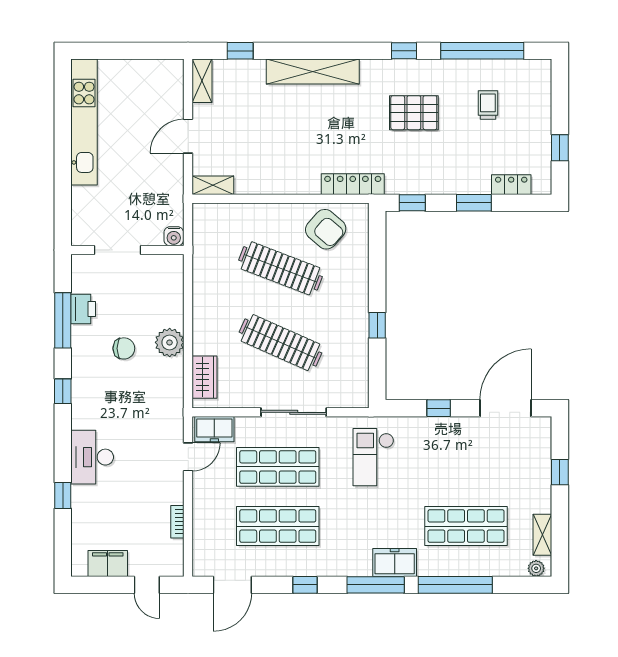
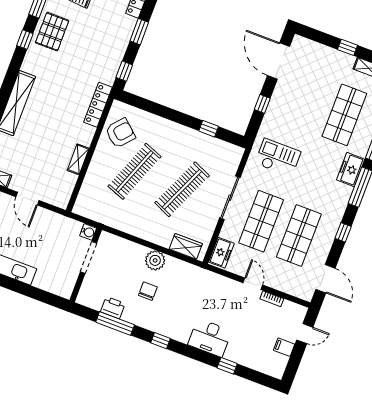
pallet: (414, 113) -> (52, 32), moved
shelving: (213, 185) -> (78, 159), moved
doorway: (117, 250) -> (89, 257), moved
window: (377, 325) -> (209, 129), moved
door: (188, 457) -> (253, 284), moved
checkout: (373, 457) -> (278, 158), turned 180
window: (560, 472) -> (348, 47), moved
filing cabinet: (108, 564) -> (284, 347), width x0.50

